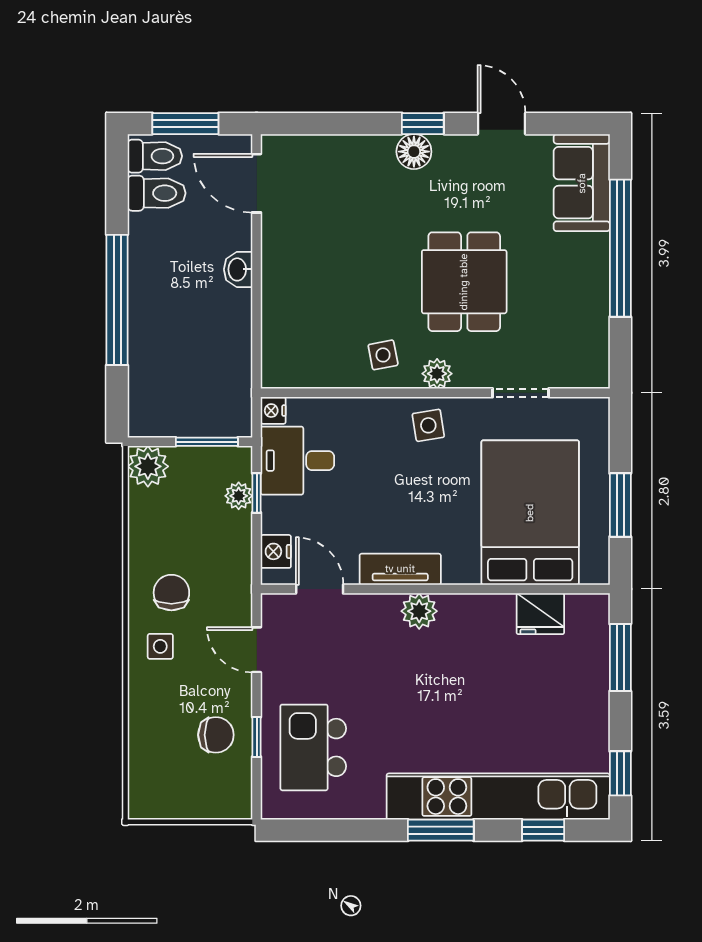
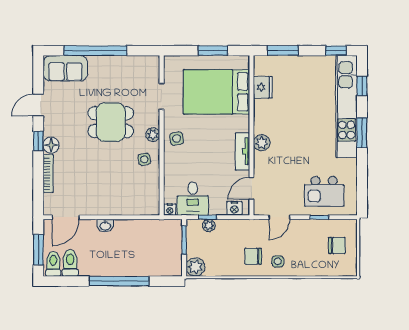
bookcase: (352, 145) -> (48, 174), added
chair: (216, 735) -> (337, 245), moved, turned 90

